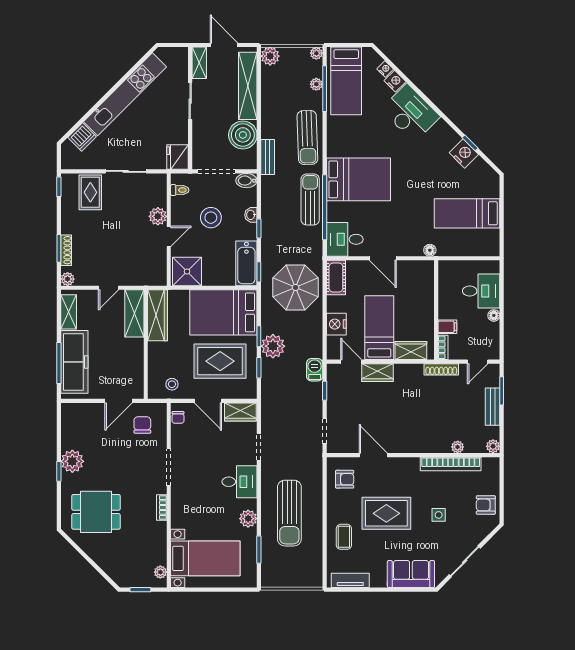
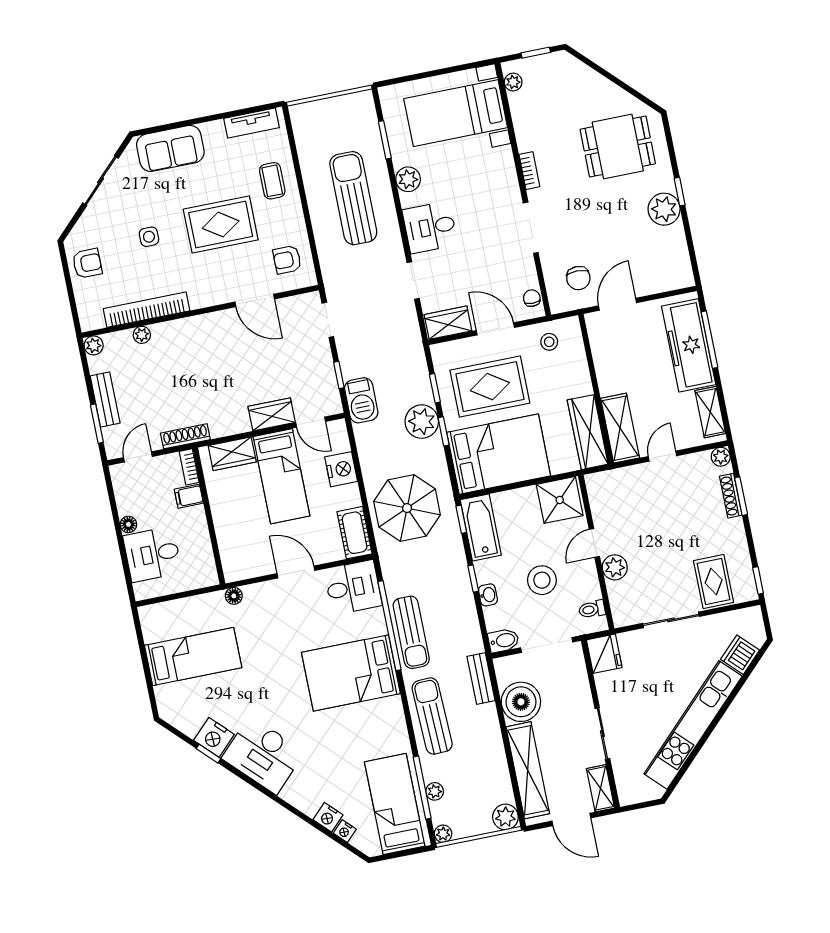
desk: (411, 113) -> (263, 755), moved
barbecue: (315, 370) -> (361, 400), width x1.38, depth x1.27

